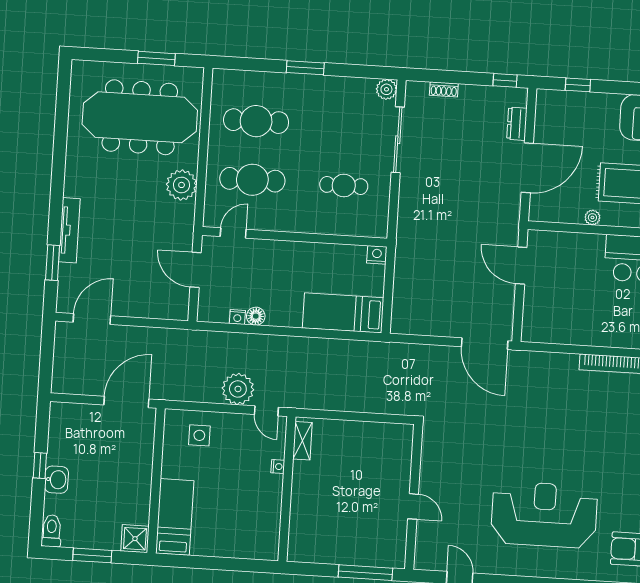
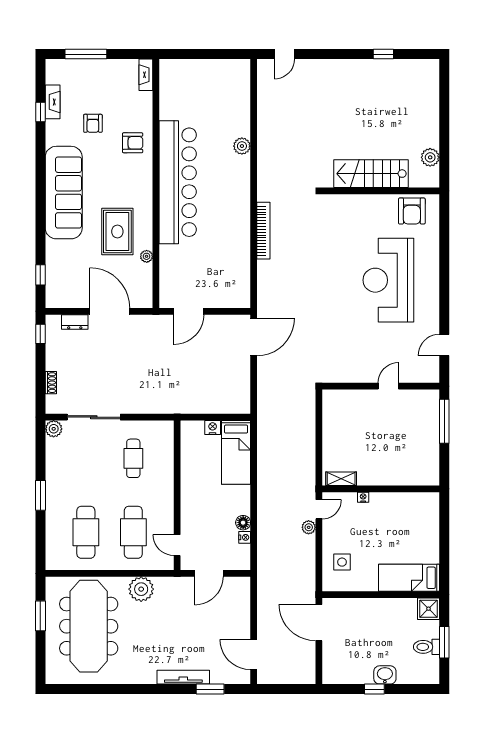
nightstand: (377, 255) -> (213, 428), moved, turned 90
plant: (238, 389) -> (309, 527), width x0.53, depth x0.53
toilet: (52, 531) -> (426, 647), moved

